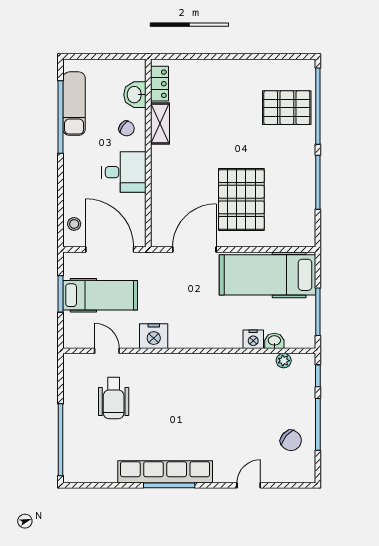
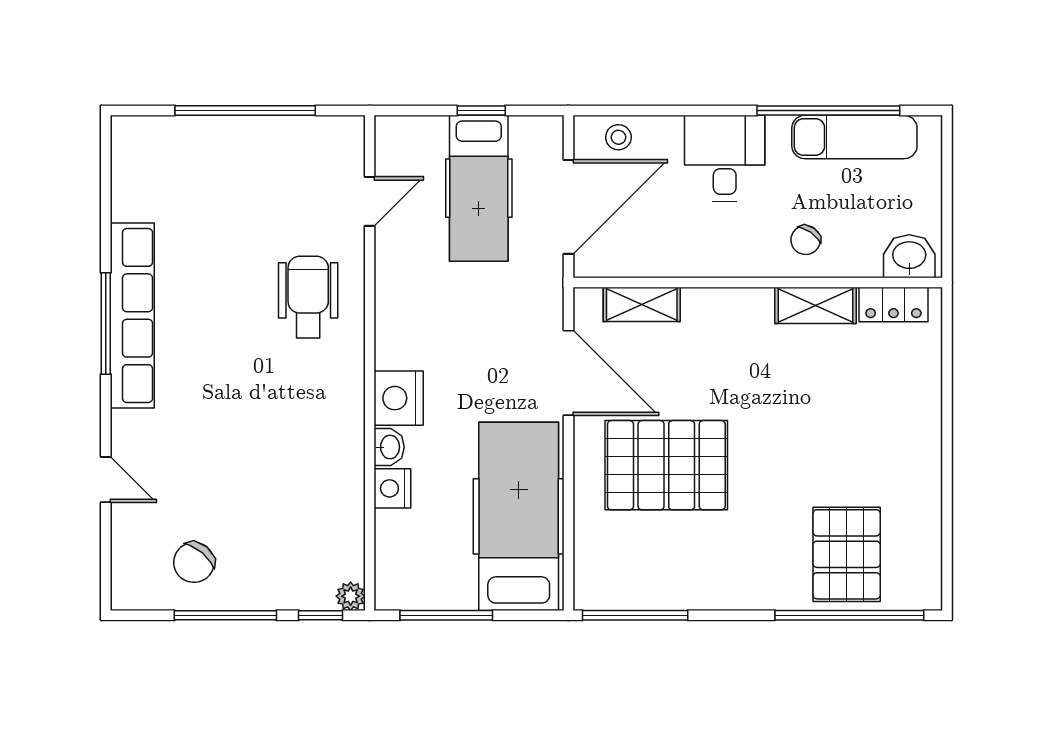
washbasin: (135, 95) -> (909, 256), moved
desk: (124, 172) -> (725, 158), moved, turned 180
window: (318, 182) -> (635, 615), moved
shelving: (159, 212) -> (642, 304), added
window: (61, 294) -> (481, 111), width x0.67
nightstand: (154, 336) -> (399, 398), moved
washbasin: (274, 341) -> (389, 447), moved
plant: (284, 361) -> (351, 596), moved
wheelchair: (114, 398) -> (308, 297), moved, turned 90
window: (61, 440) -> (245, 111), moved

